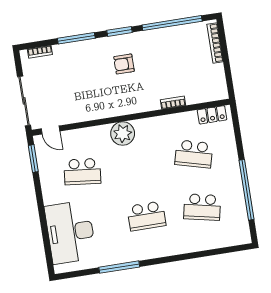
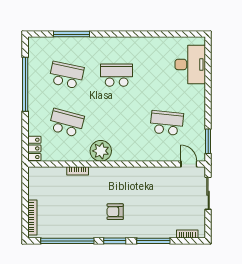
armchair: (124, 64) -> (115, 212), turned 180
sliding door: (24, 101) -> (208, 193), width x0.73
locker: (212, 115) -> (34, 148), moved, turned 90
plant: (123, 134) -> (101, 151), moved
desk: (70, 232) -> (190, 64), width x0.73, depth x0.77
window: (119, 267) -> (71, 34), moved

